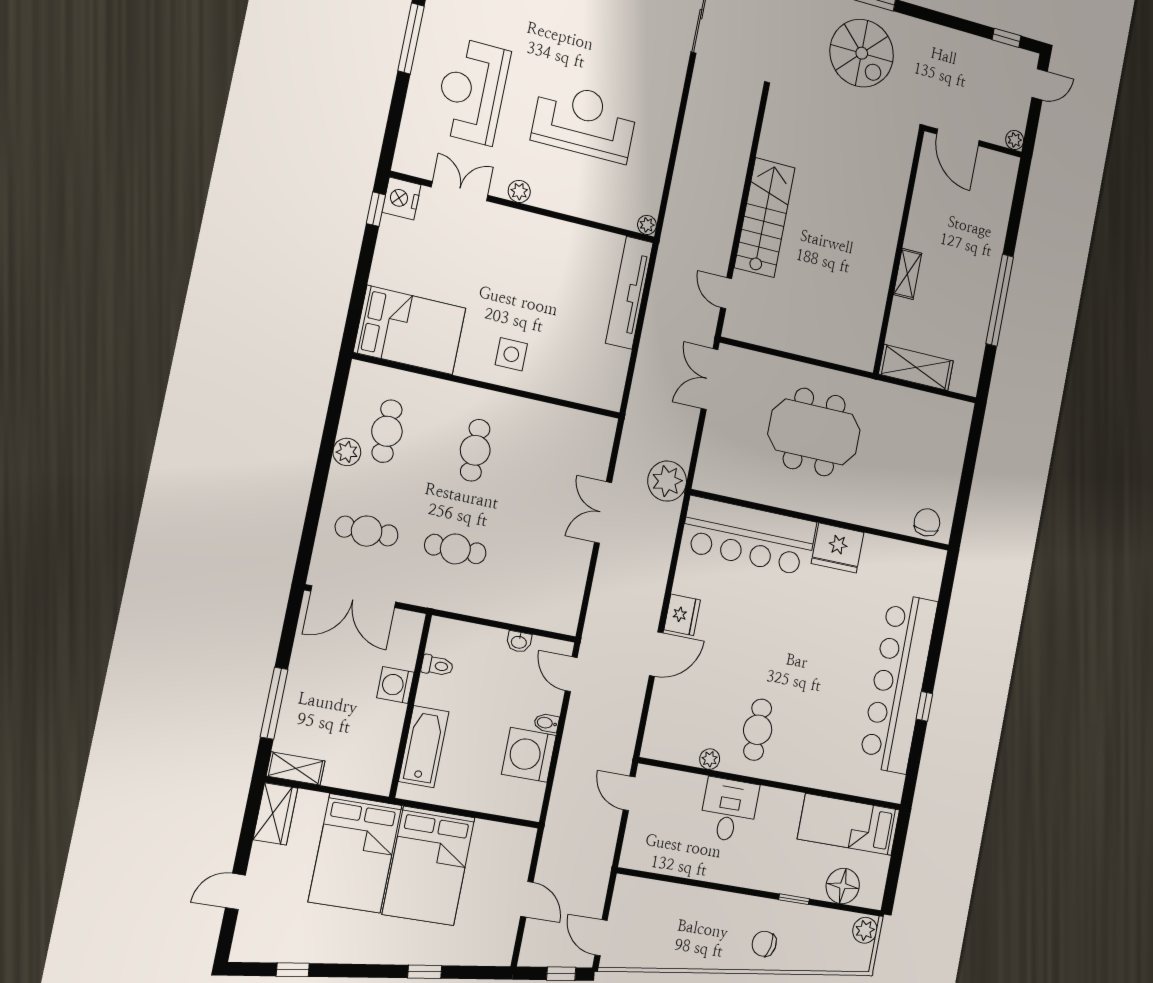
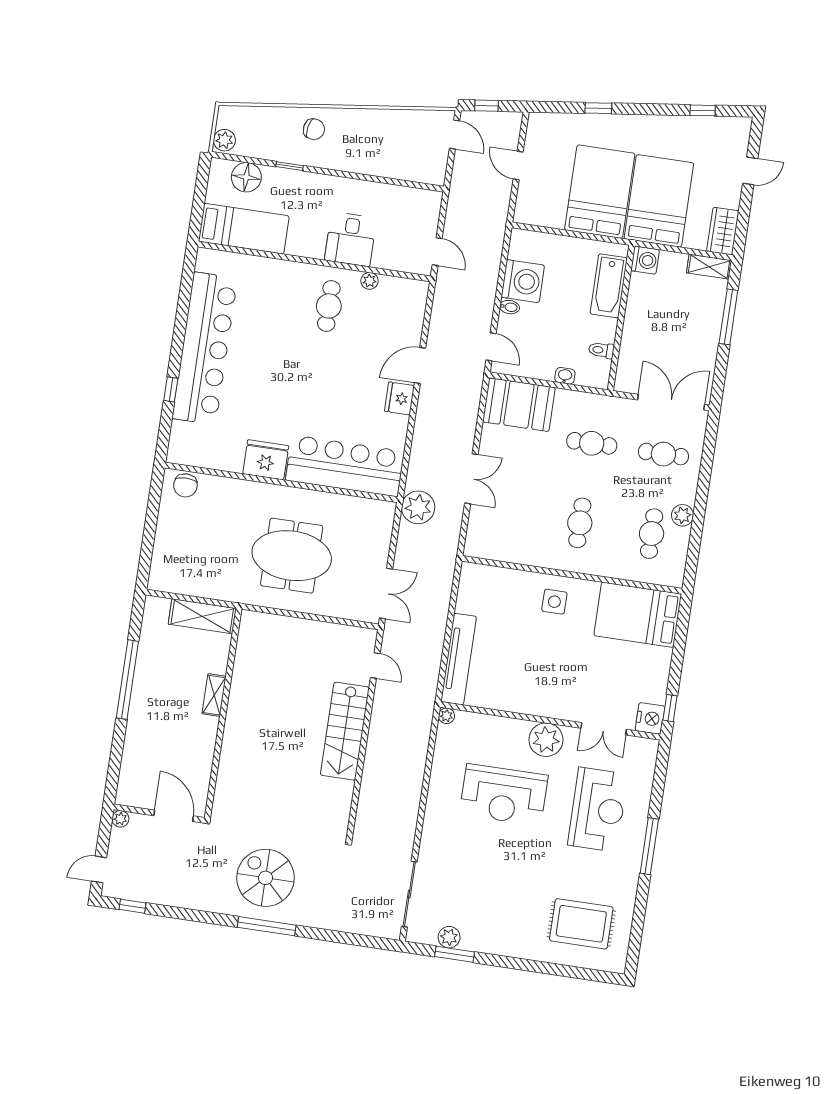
plant: (519, 191) -> (546, 740), width x1.87, depth x1.87
booth: (541, 601) -> (519, 405), added
washbasin: (519, 642) -> (565, 376), moved
washing machine: (395, 685) -> (645, 260), moved
window: (924, 706) -> (171, 389), moved

